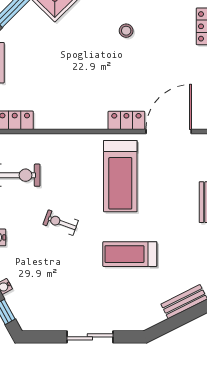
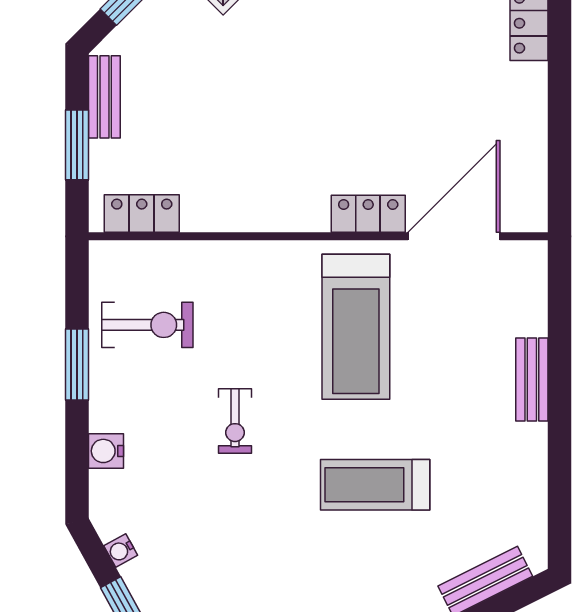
stool: (126, 31) -> (368, 32), removed
exercise bike: (61, 223) -> (235, 421), turned -110

